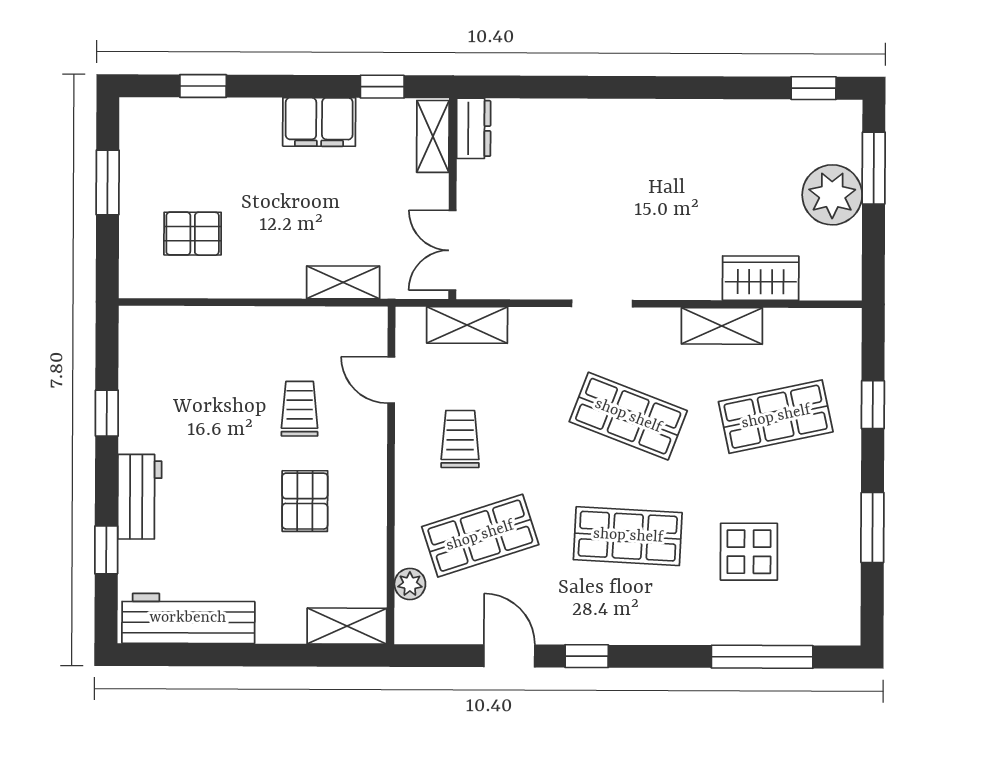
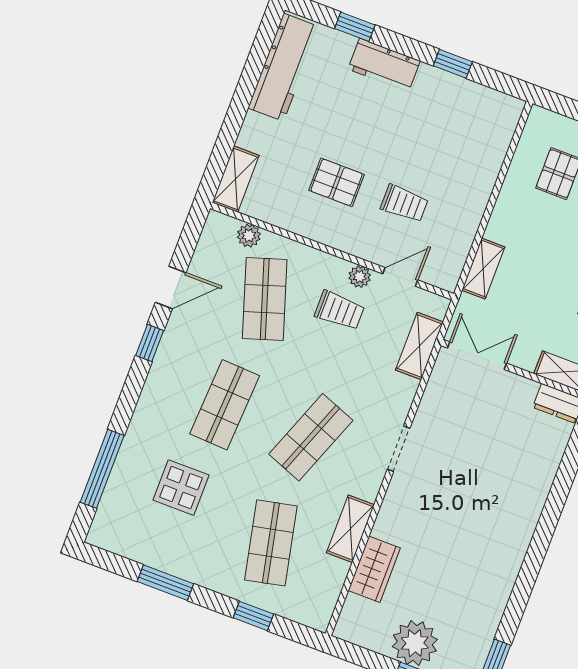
plant: (410, 430) -> (360, 277), added

